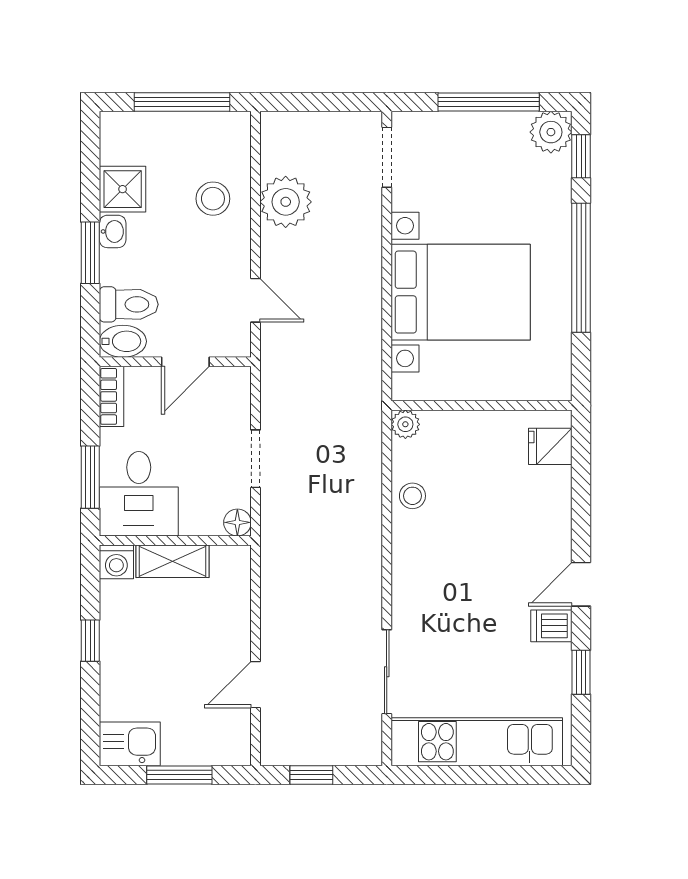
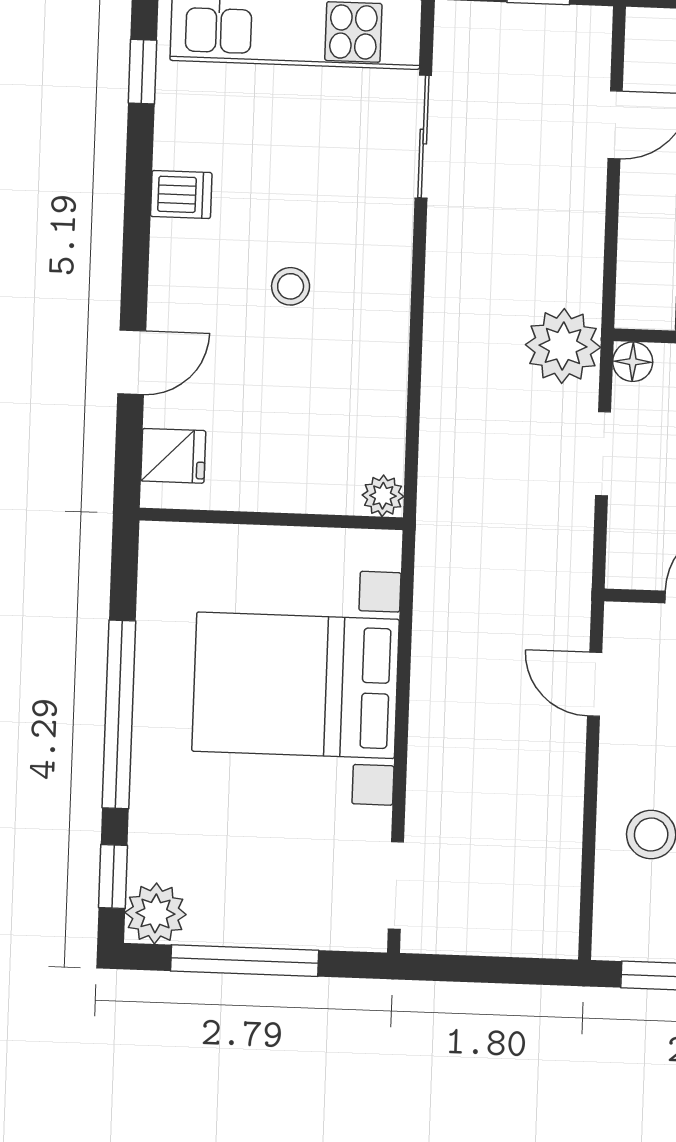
plant: (286, 202) -> (563, 346), moved
stool: (412, 496) -> (291, 286), moved
door: (581, 584) -> (132, 362), moved
window: (581, 672) -> (142, 72), moved

